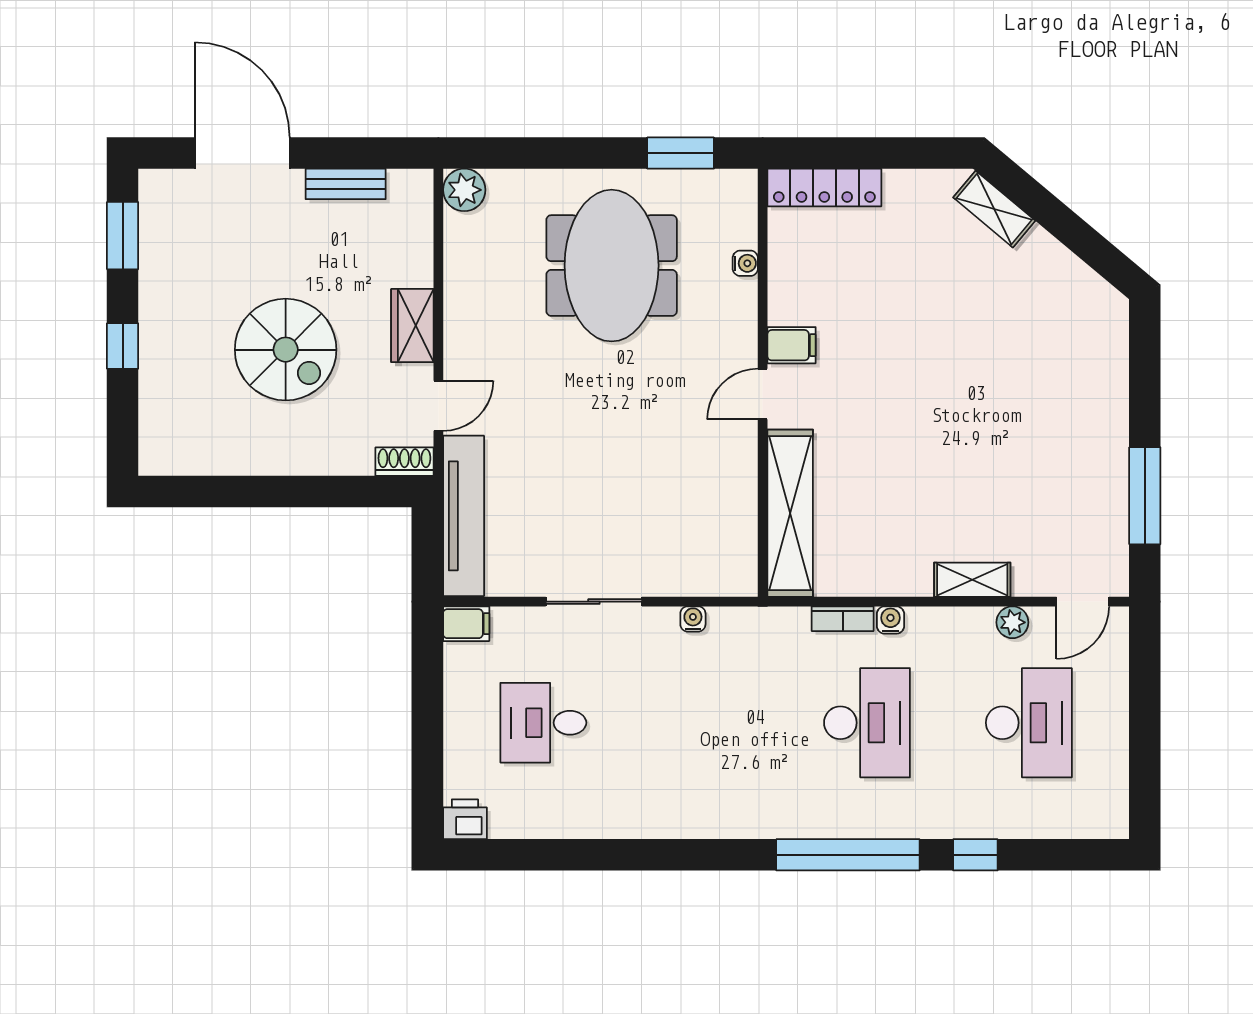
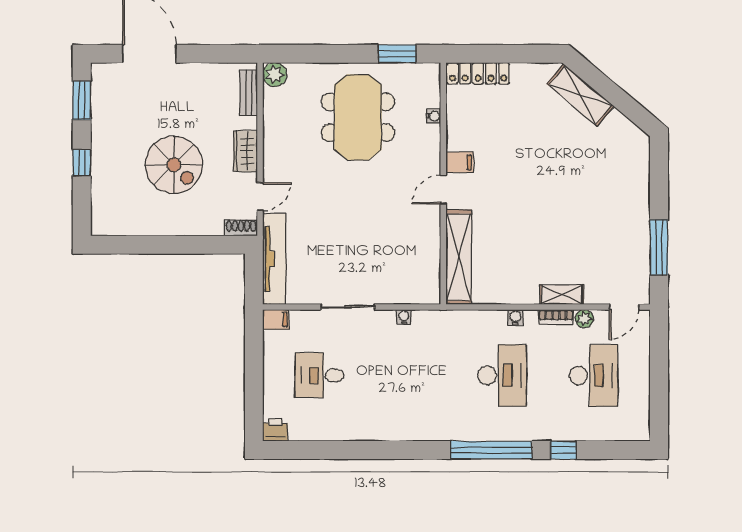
bench: (346, 184) -> (249, 93), moved, turned 90
shelving: (994, 209) -> (580, 95), width x1.50, depth x1.33
bookcase: (843, 619) -> (556, 317), moved

